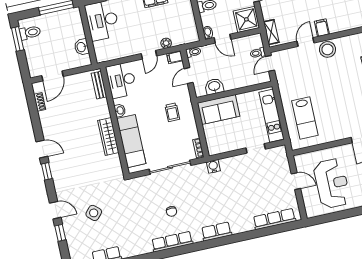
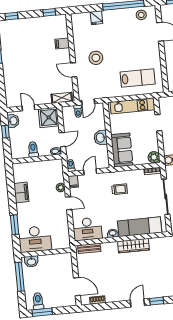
filing cabinet: (322, 28) -> (62, 44), moved
washbasin: (82, 47) -> (31, 262), moved
stool: (327, 49) -> (96, 58), moved
door: (270, 63) -> (88, 102), hinge flipped
door: (189, 76) -> (90, 172), swing flipped
washbasin: (214, 86) -> (101, 138), moved
plant: (215, 148) -> (154, 157), added

